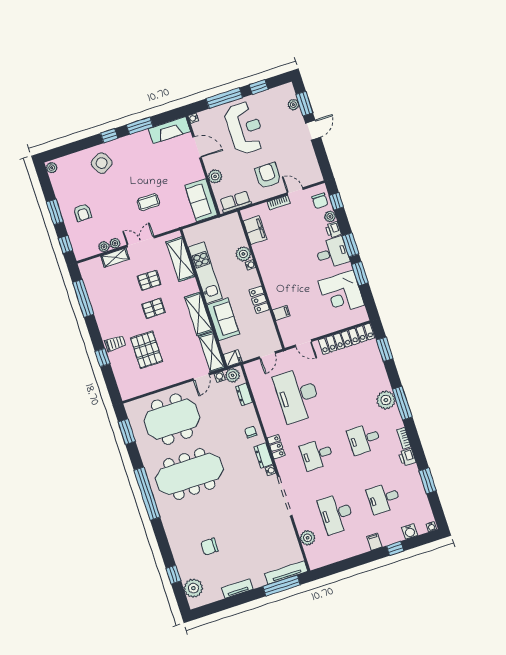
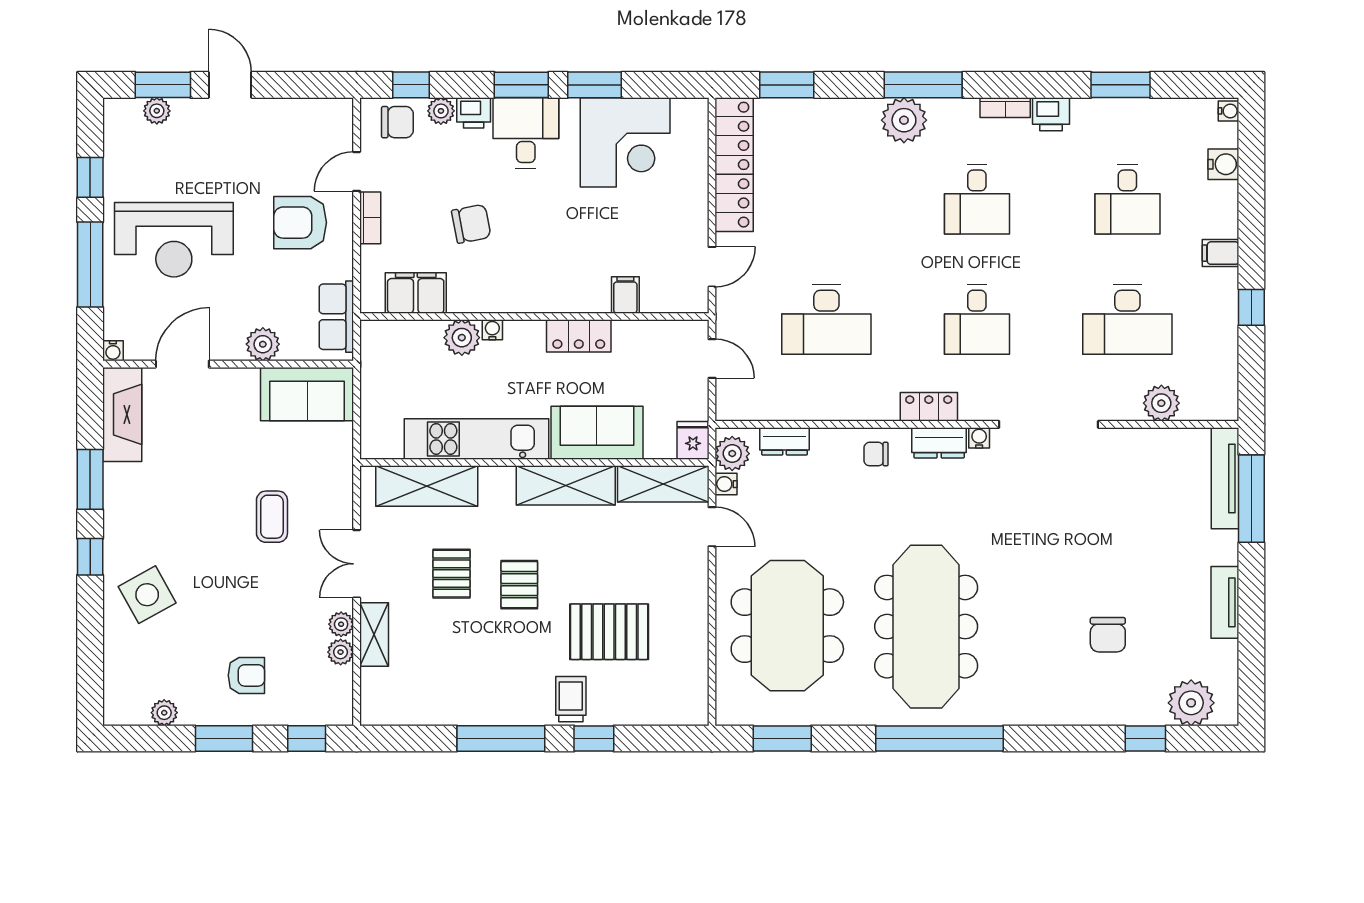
reception desk: (245, 128) -> (174, 240), turned 180
plant: (52, 168) -> (164, 713), moved
chair: (289, 243) -> (471, 224), added
window: (83, 298) -> (501, 738), moved
desk: (297, 395) -> (826, 319), width x0.73, depth x0.77
window: (395, 548) -> (1251, 307), moved

